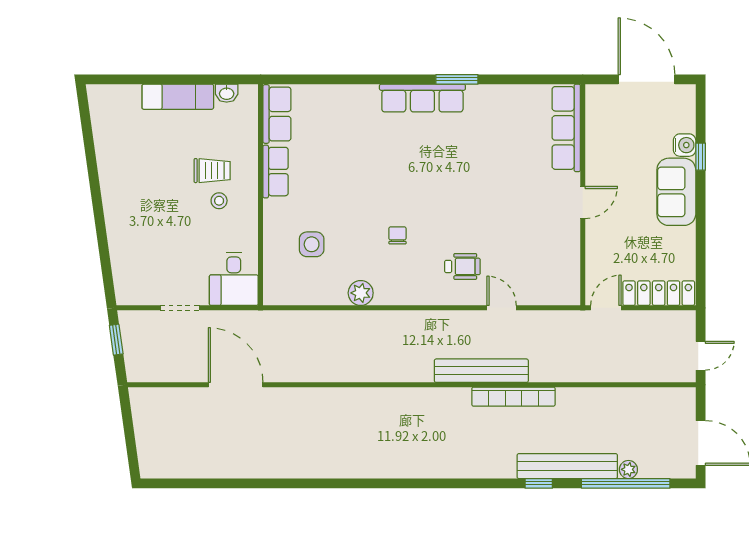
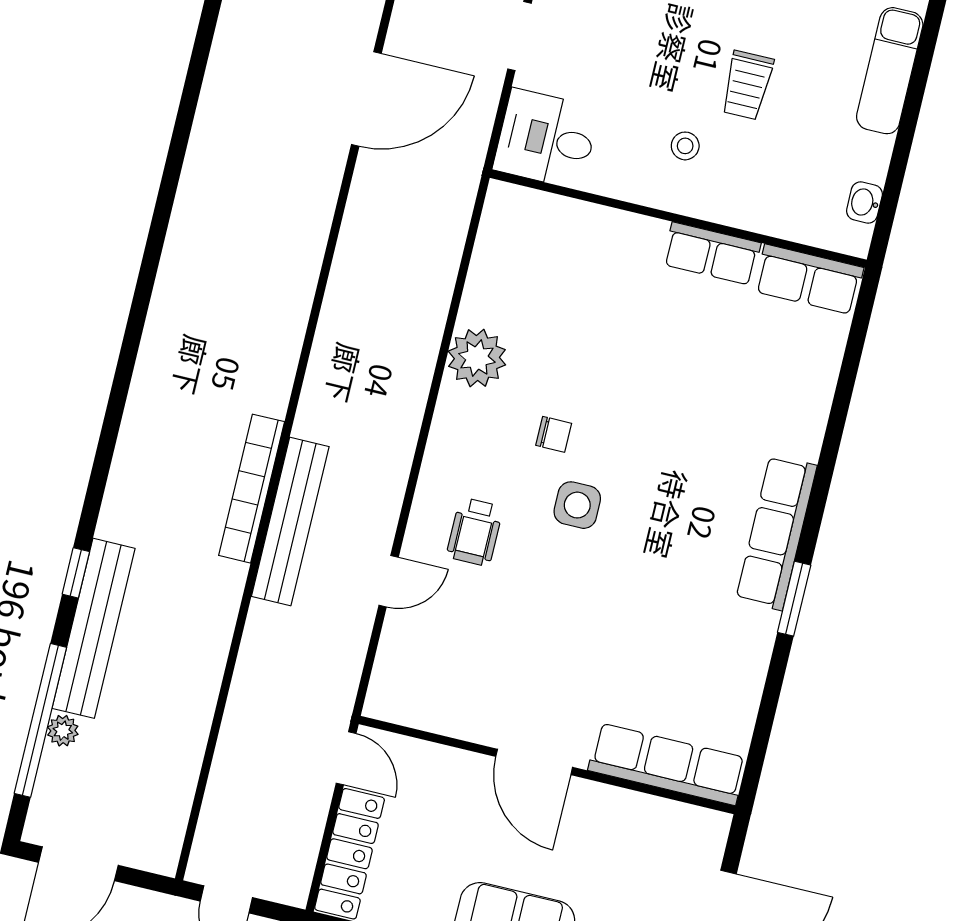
exam couch: (178, 97) -> (890, 71), moved
trolley: (212, 171) -> (747, 85), moved
door: (583, 202) -> (534, 762), width x1.38
side table: (312, 244) -> (577, 505), moved
plant: (361, 293) -> (477, 358), width x1.36, depth x1.36
bookcase: (513, 397) -> (252, 489), moved

